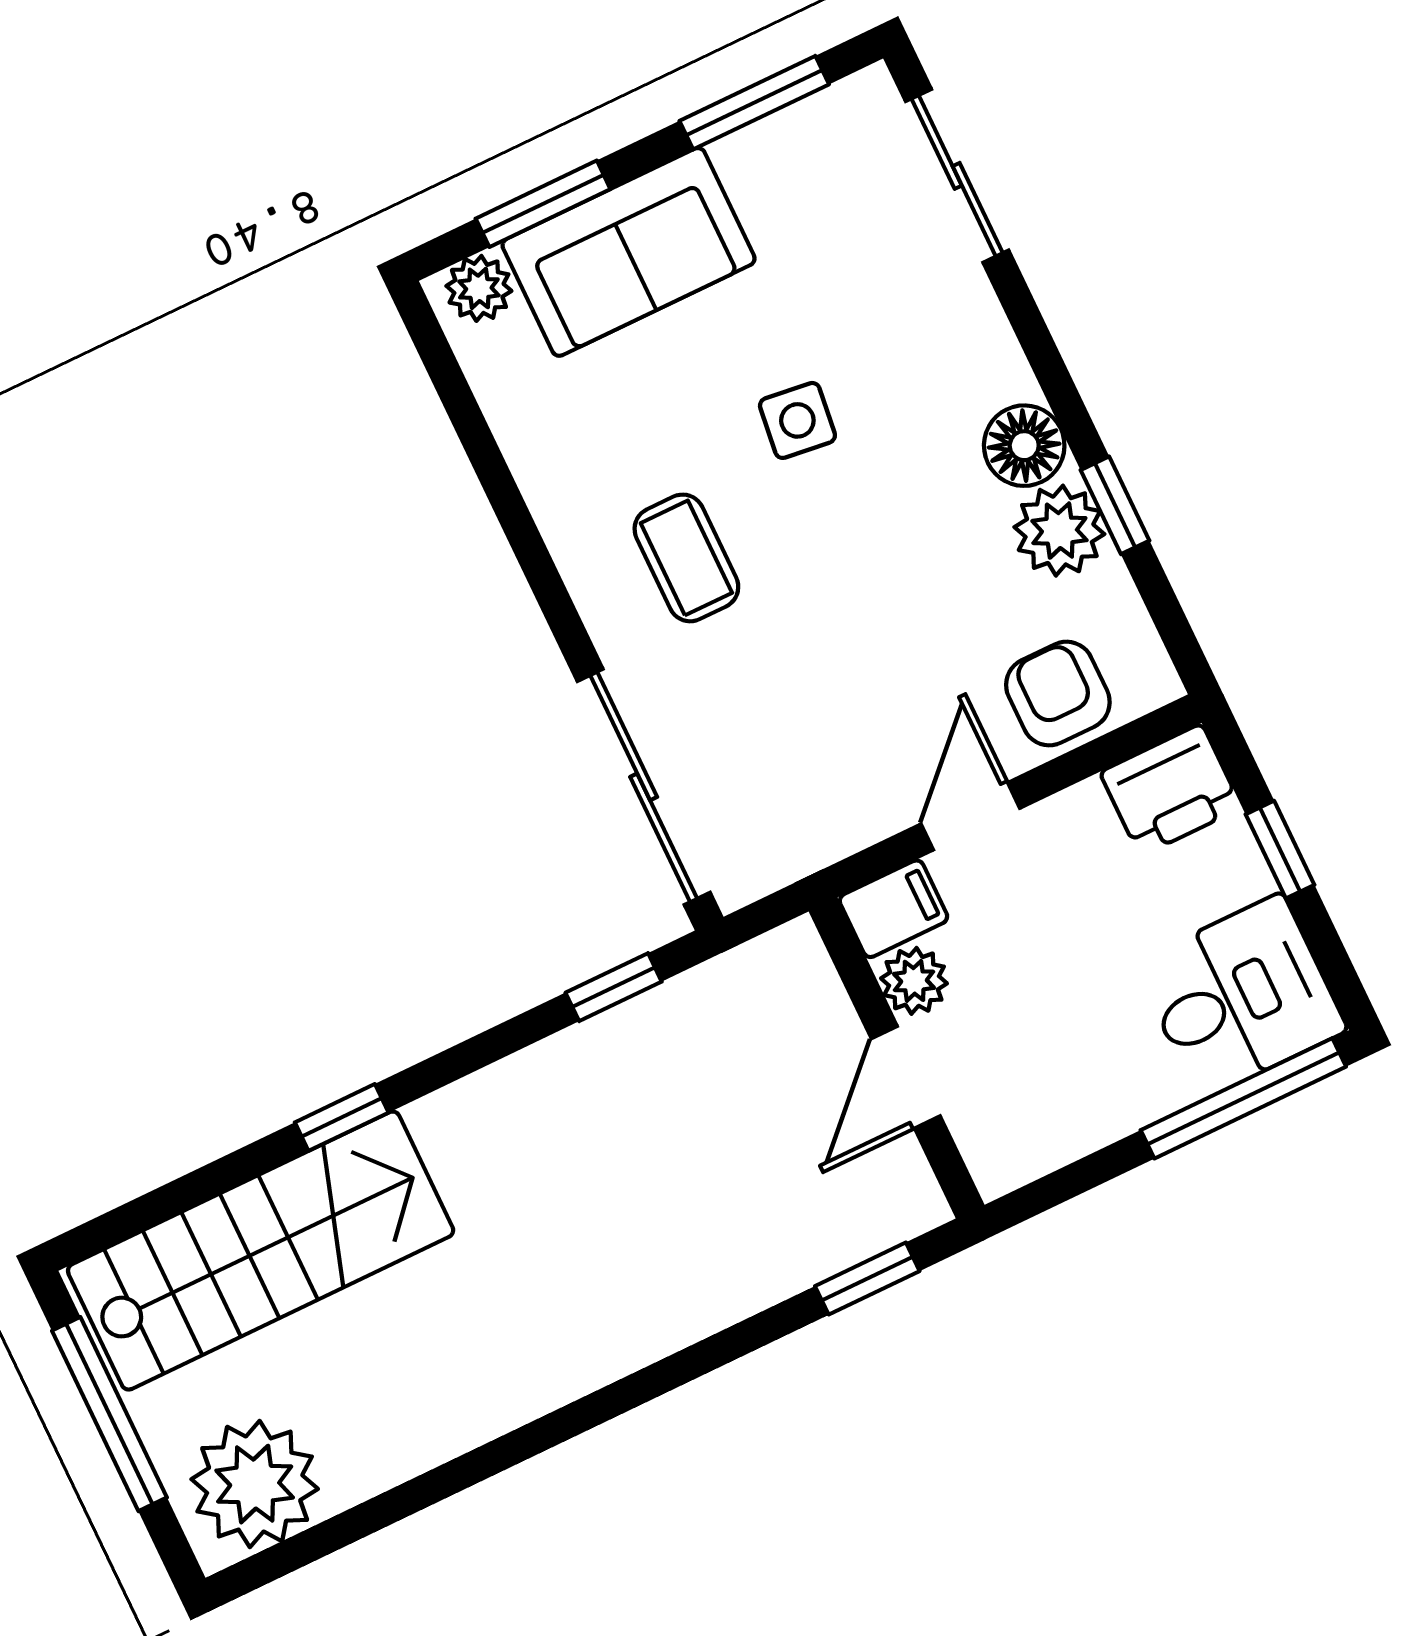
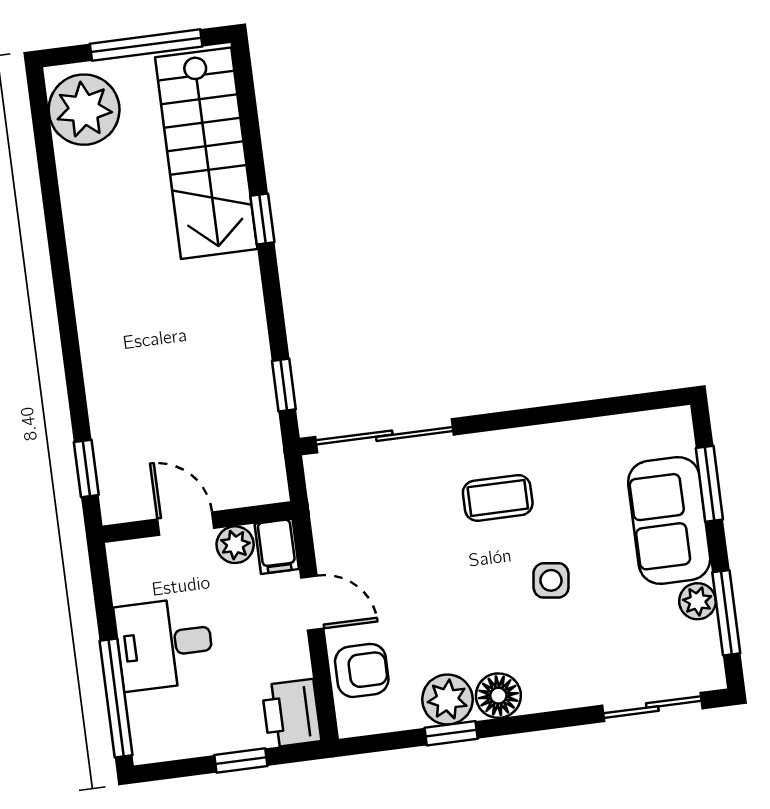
plant: (479, 288) -> (697, 601), moved
desk: (1240, 997) -> (165, 644), moved, turned 90

